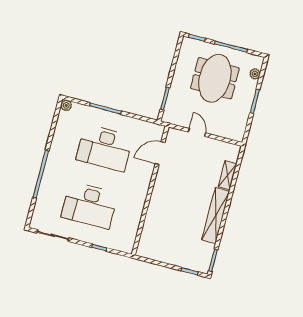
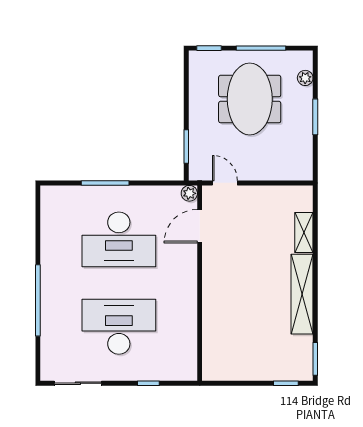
plant: (66, 105) -> (189, 193), moved
door: (197, 132) -> (225, 183), moved
desk: (90, 205) -> (119, 327), turned 180

